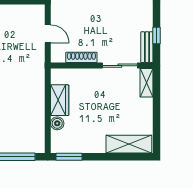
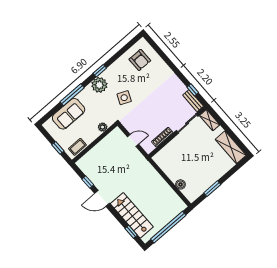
wardrobe: (60, 100) -> (171, 171), removed
shelving: (129, 144) -> (231, 147), moved, turned 90
window: (69, 157) -> (212, 189), moved

